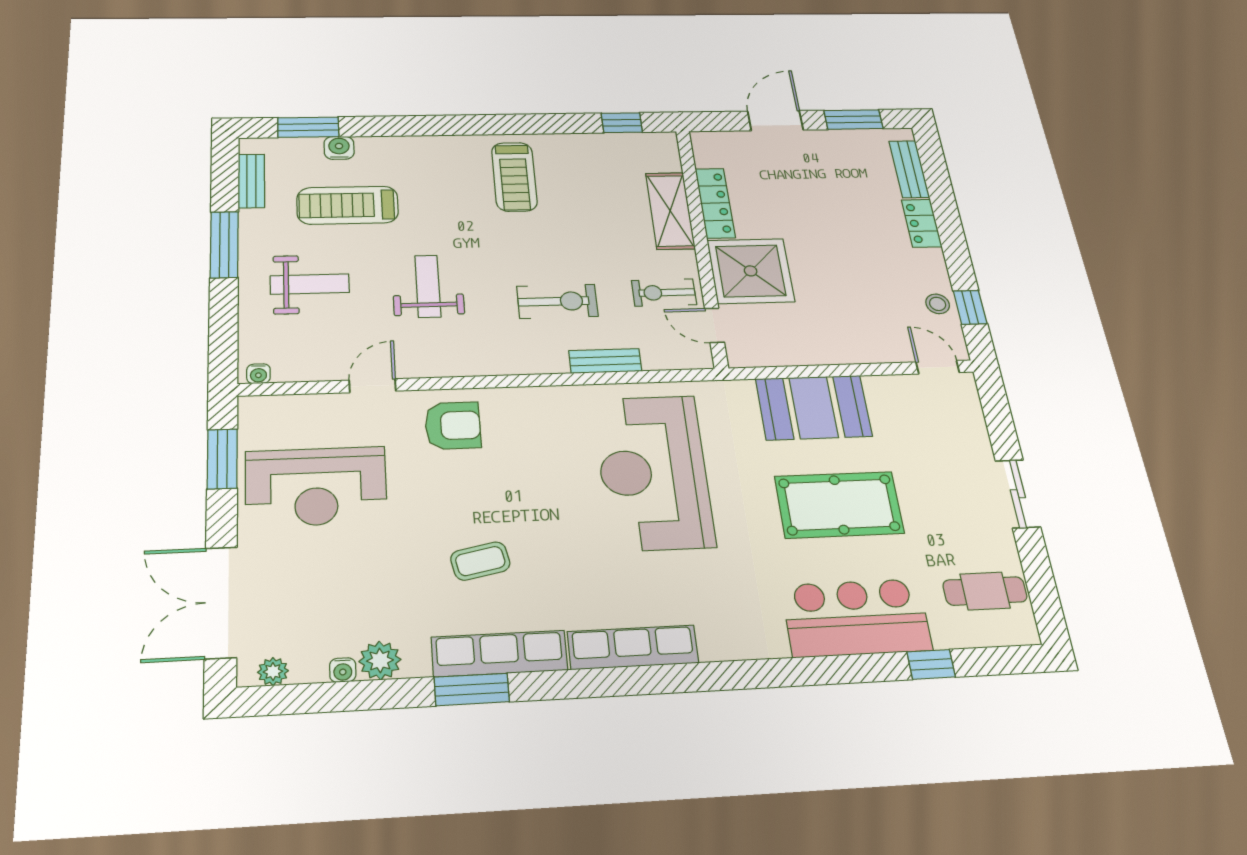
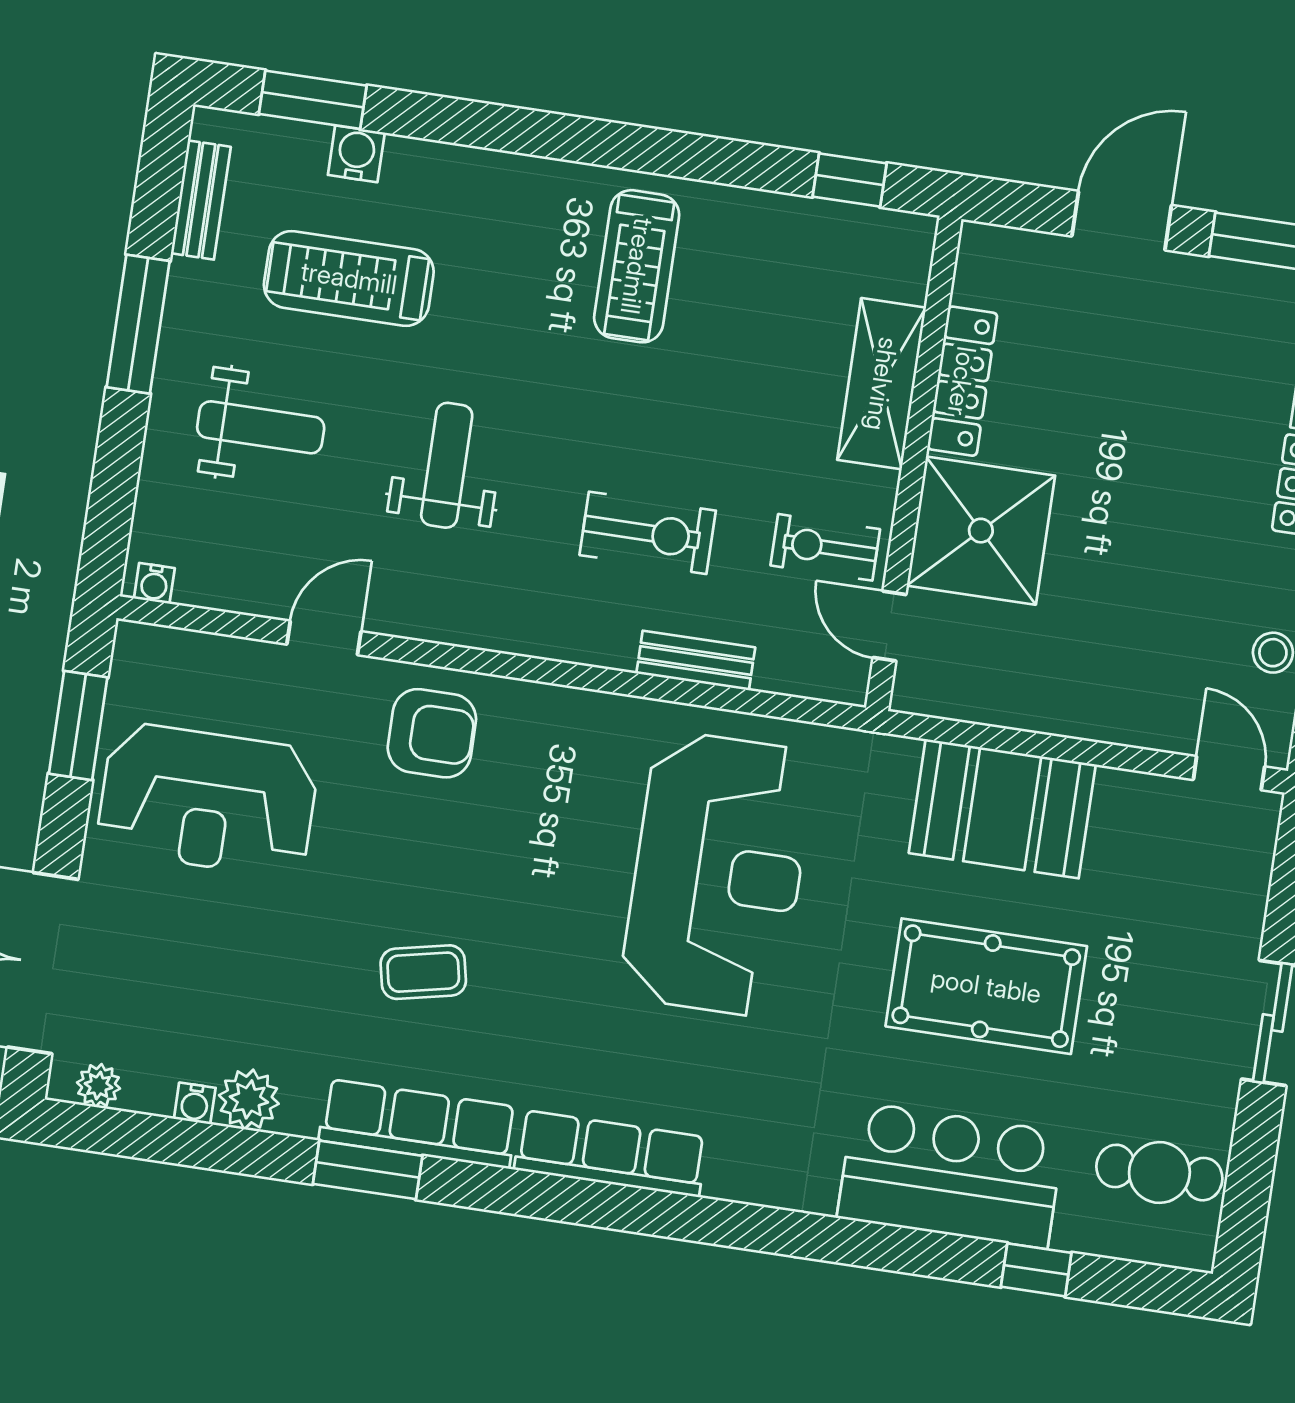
reception desk: (653, 472) -> (718, 874), turned 180

